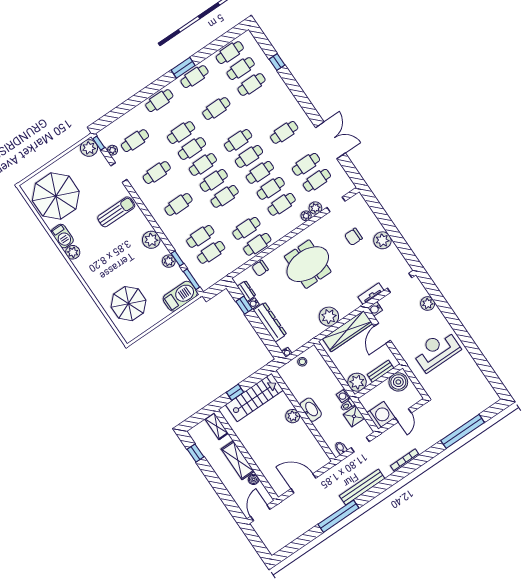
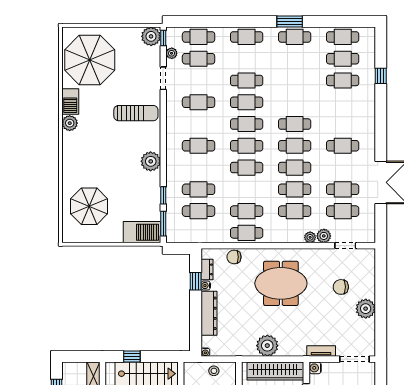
cafe table: (216, 109) -> (199, 37), moved
plant: (169, 261) -> (153, 192), removed

